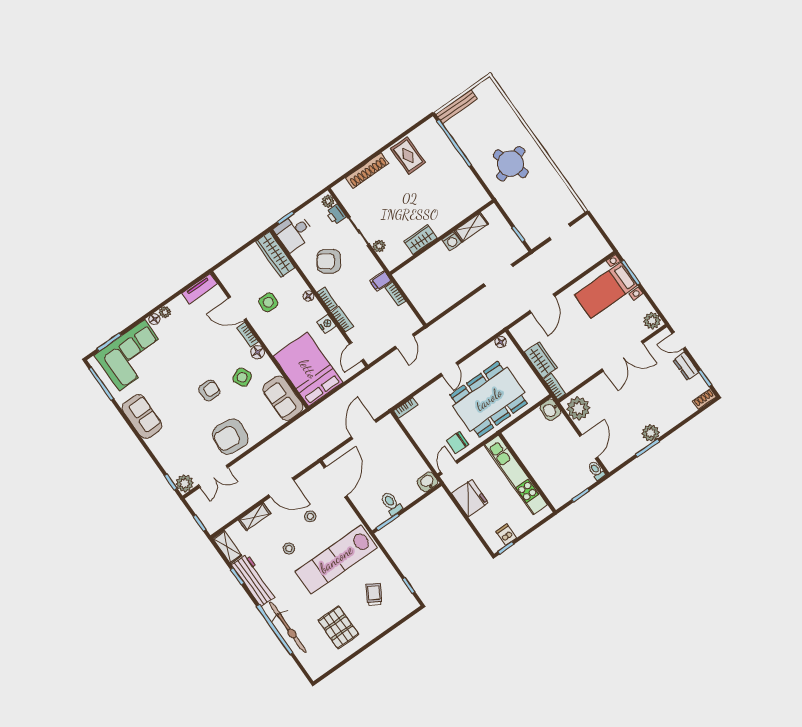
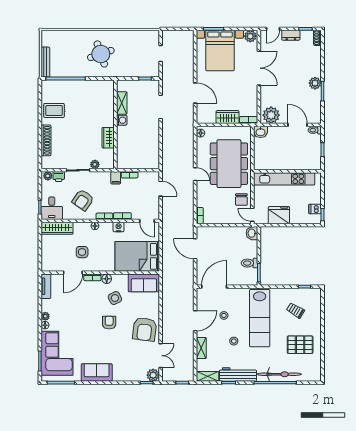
bed with nightstands: (606, 290) -> (220, 51), width x1.36
door: (335, 482) -> (214, 287), hinge flipped

